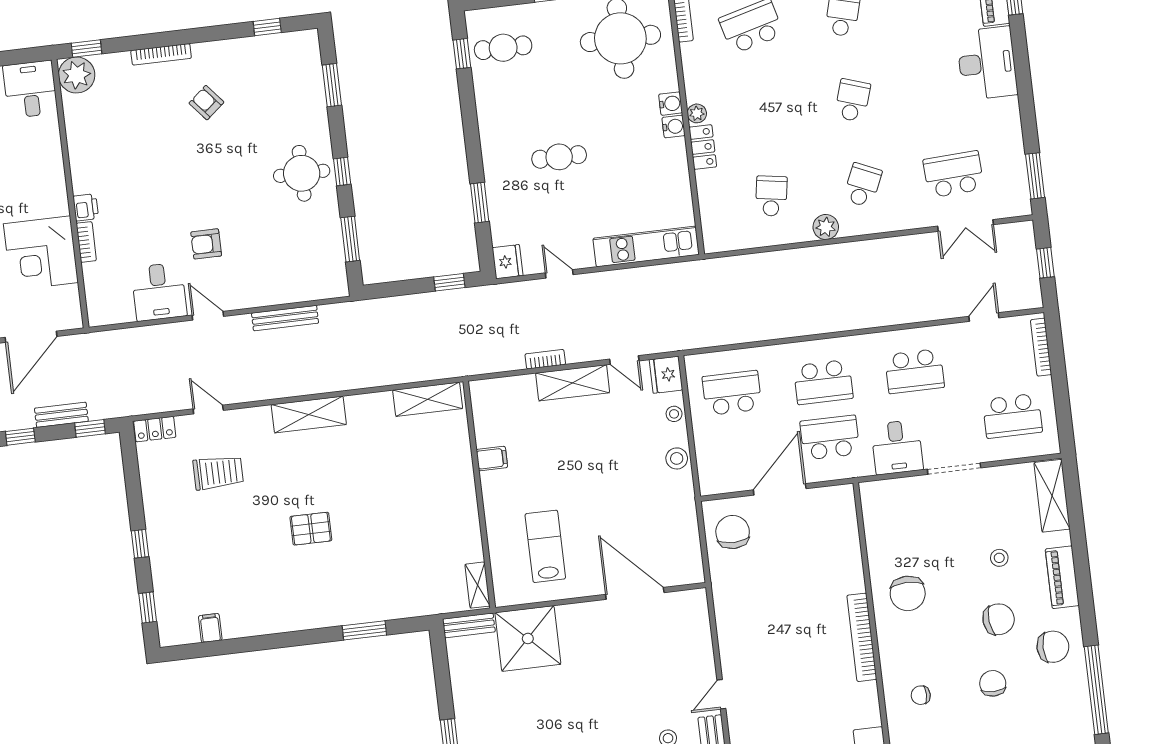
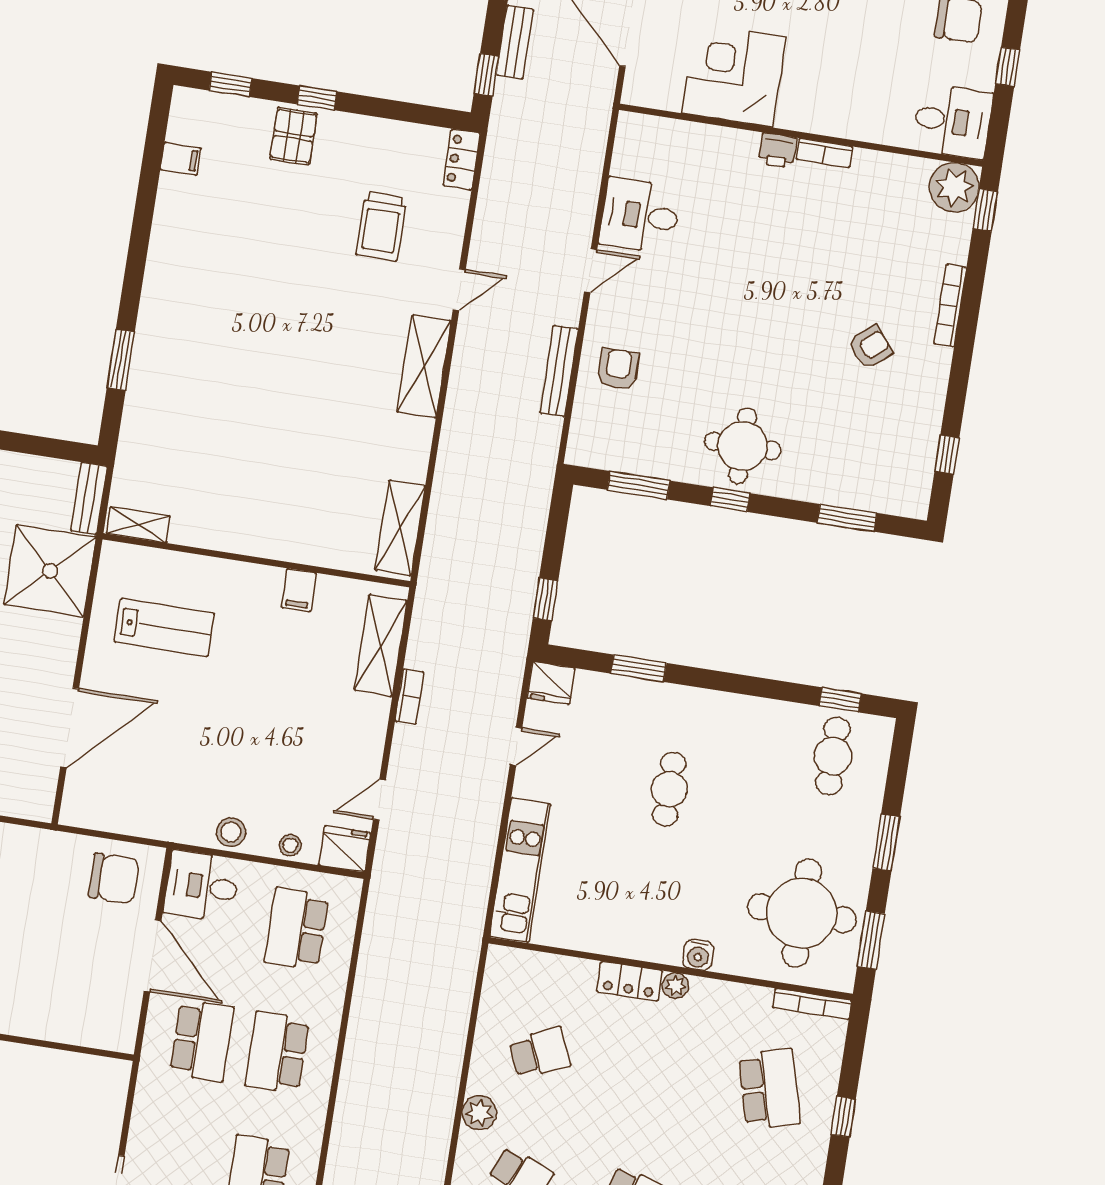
water cooler: (674, 126) -> (667, 950), removed
school desk: (771, 196) -> (540, 1053), turned -33
bookcase: (86, 242) -> (824, 153), moved
armchair: (206, 244) -> (618, 369), moved
shelving: (573, 383) -> (381, 645), moved
school desk: (732, 393) -> (296, 929), turned 180
door: (208, 410) -> (459, 290), moved
desk: (897, 447) -> (202, 886), moved
pallet: (311, 529) -> (293, 136), moved

